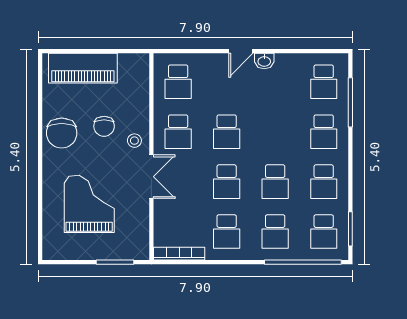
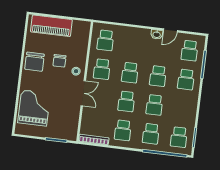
door: (241, 51) -> (170, 30), moved
school desk: (324, 182) -> (158, 76), moved
grand piano: (89, 204) -> (34, 108), moved

